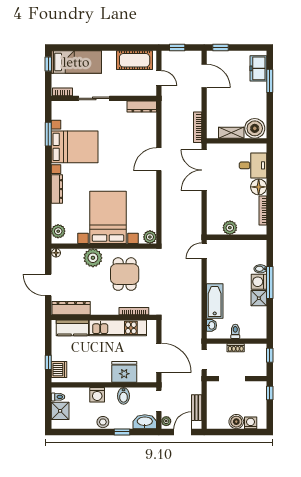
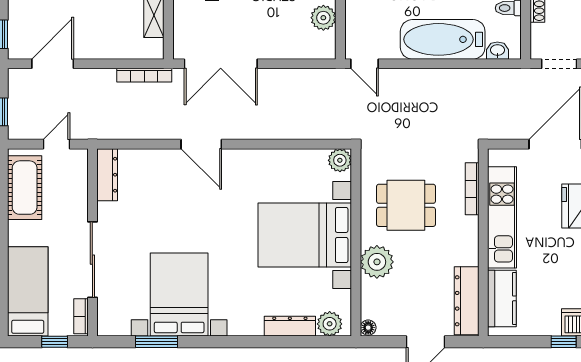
window: (48, 64) -> (55, 342), moved
sliding door: (94, 98) -> (92, 260), width x1.37
dresser: (57, 189) -> (290, 326), moved
bathtub: (215, 301) -> (443, 39), width x1.36, depth x1.36

